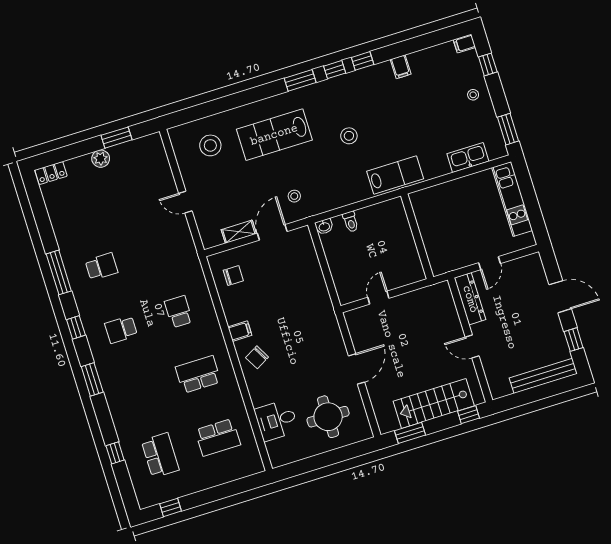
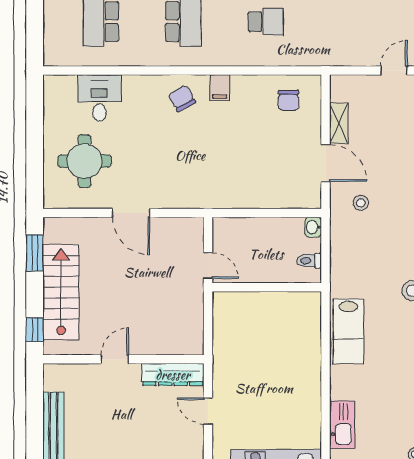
wall: (417, 236) -> (267, 287), moved

